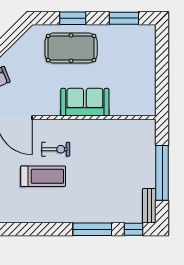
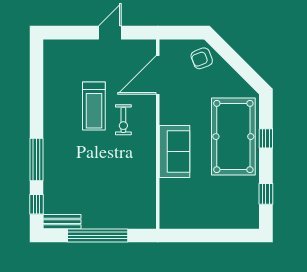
window: (73, 18) -> (266, 138), width x0.67
window: (124, 18) -> (266, 194), width x0.67
pool table: (71, 48) -> (233, 137), width x1.36, depth x1.32

